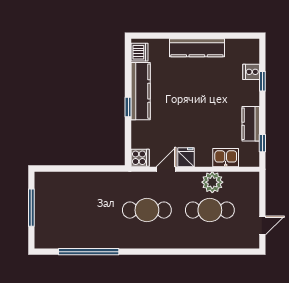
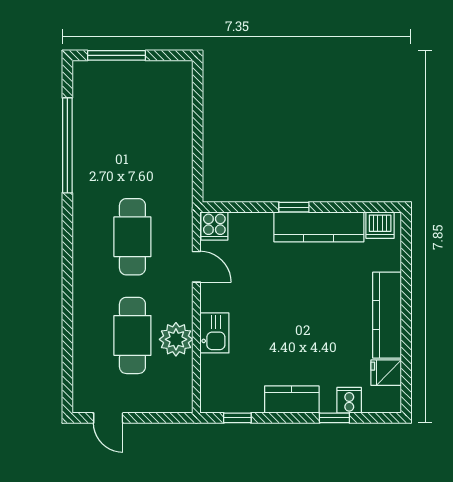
kitchen counter: (251, 124) -> (292, 400), moved
fridge: (186, 157) -> (386, 373), moved, turned 180
kitchen sink: (226, 158) -> (214, 333), moved
window: (31, 208) -> (117, 55), moved

